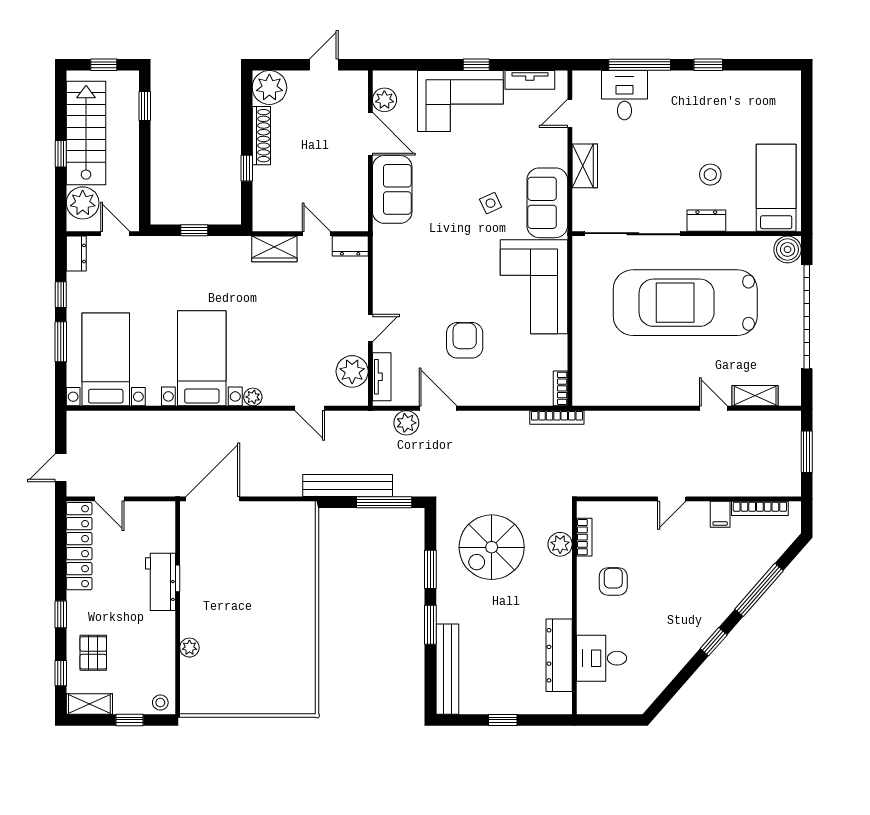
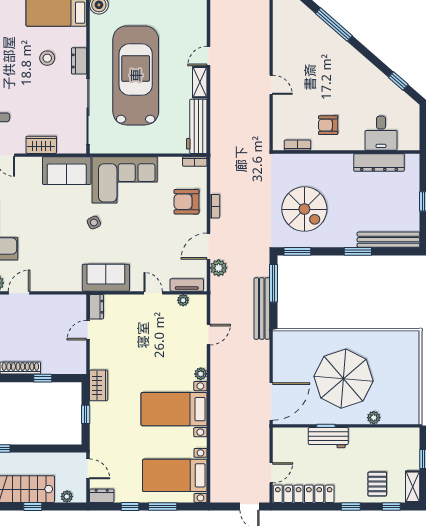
door: (370, 134) -> (19, 293), width x0.73
sofa: (392, 189) -> (106, 278), moved
plant: (83, 203) -> (67, 497), width x0.53, depth x0.53
side table: (491, 203) -> (94, 223), moved
door: (115, 234) -> (88, 469), swing flipped
wardrobe: (274, 249) -> (99, 385), moved
car: (685, 303) -> (136, 75), turned 180
armchair: (465, 340) -> (186, 202), moved
plant: (352, 371) -> (183, 300), width x0.53, depth x0.53
workbench: (611, 391) -> (197, 126), added
shelving: (755, 396) -> (200, 82), moved
bookcase: (557, 417) -> (215, 206), moved, width x0.64
door: (213, 499) -> (271, 402), swing flipped
bookcase: (760, 508) -> (278, 24), removed
filing cabinet: (720, 514) -> (282, 51), removed
plant: (560, 544) -> (302, 162), removed
window: (430, 569) -> (297, 251), moved
parasol: (246, 604) -> (343, 379), added
window: (714, 642) -> (398, 81), moved
pallet: (93, 653) -> (377, 484), turned 90
stool: (160, 703) -> (412, 438), removed

